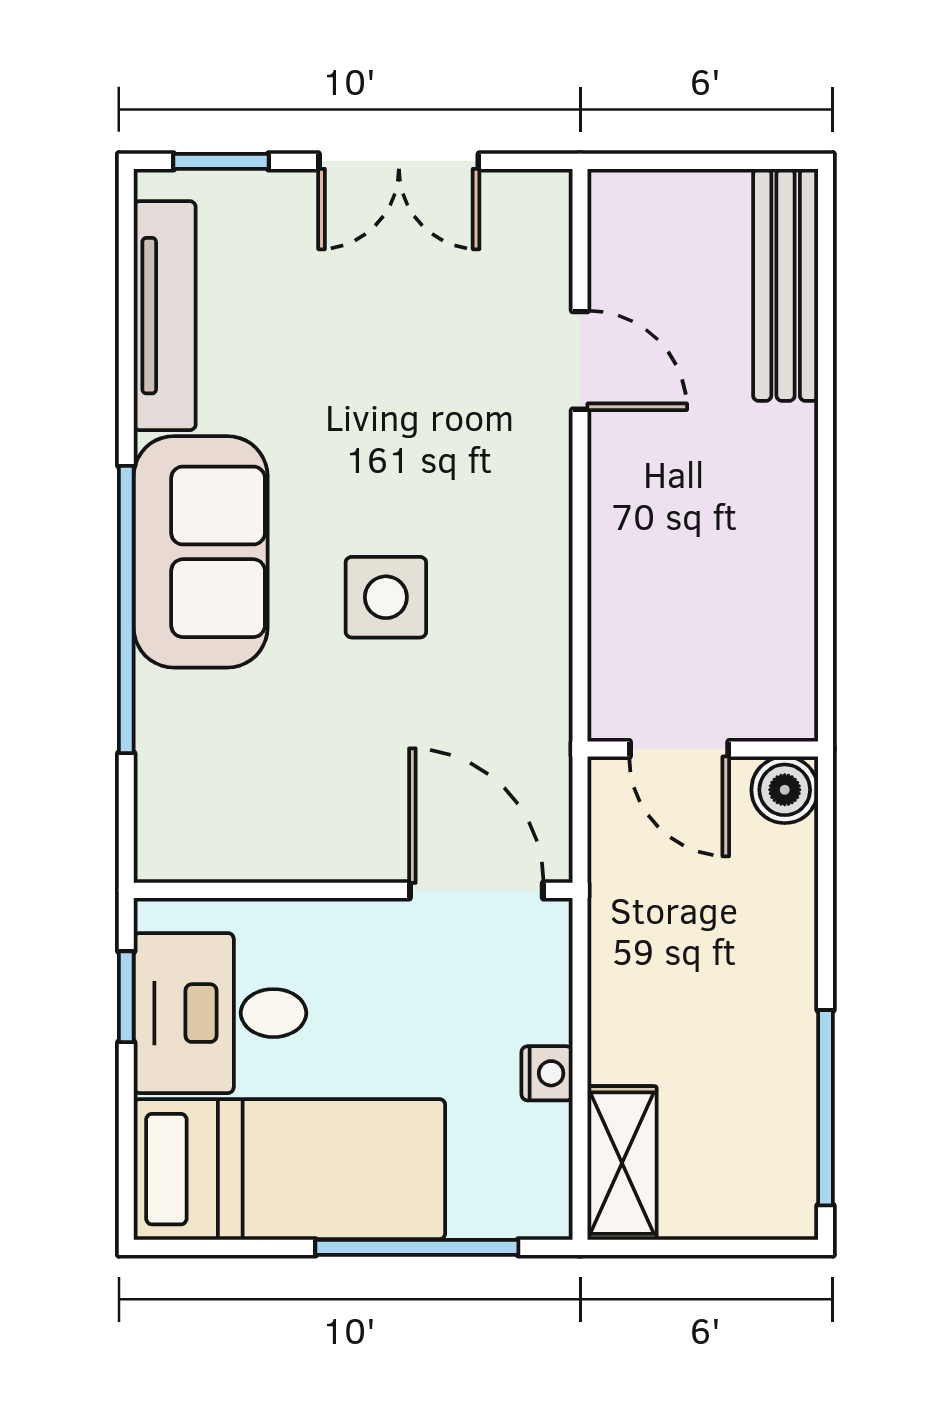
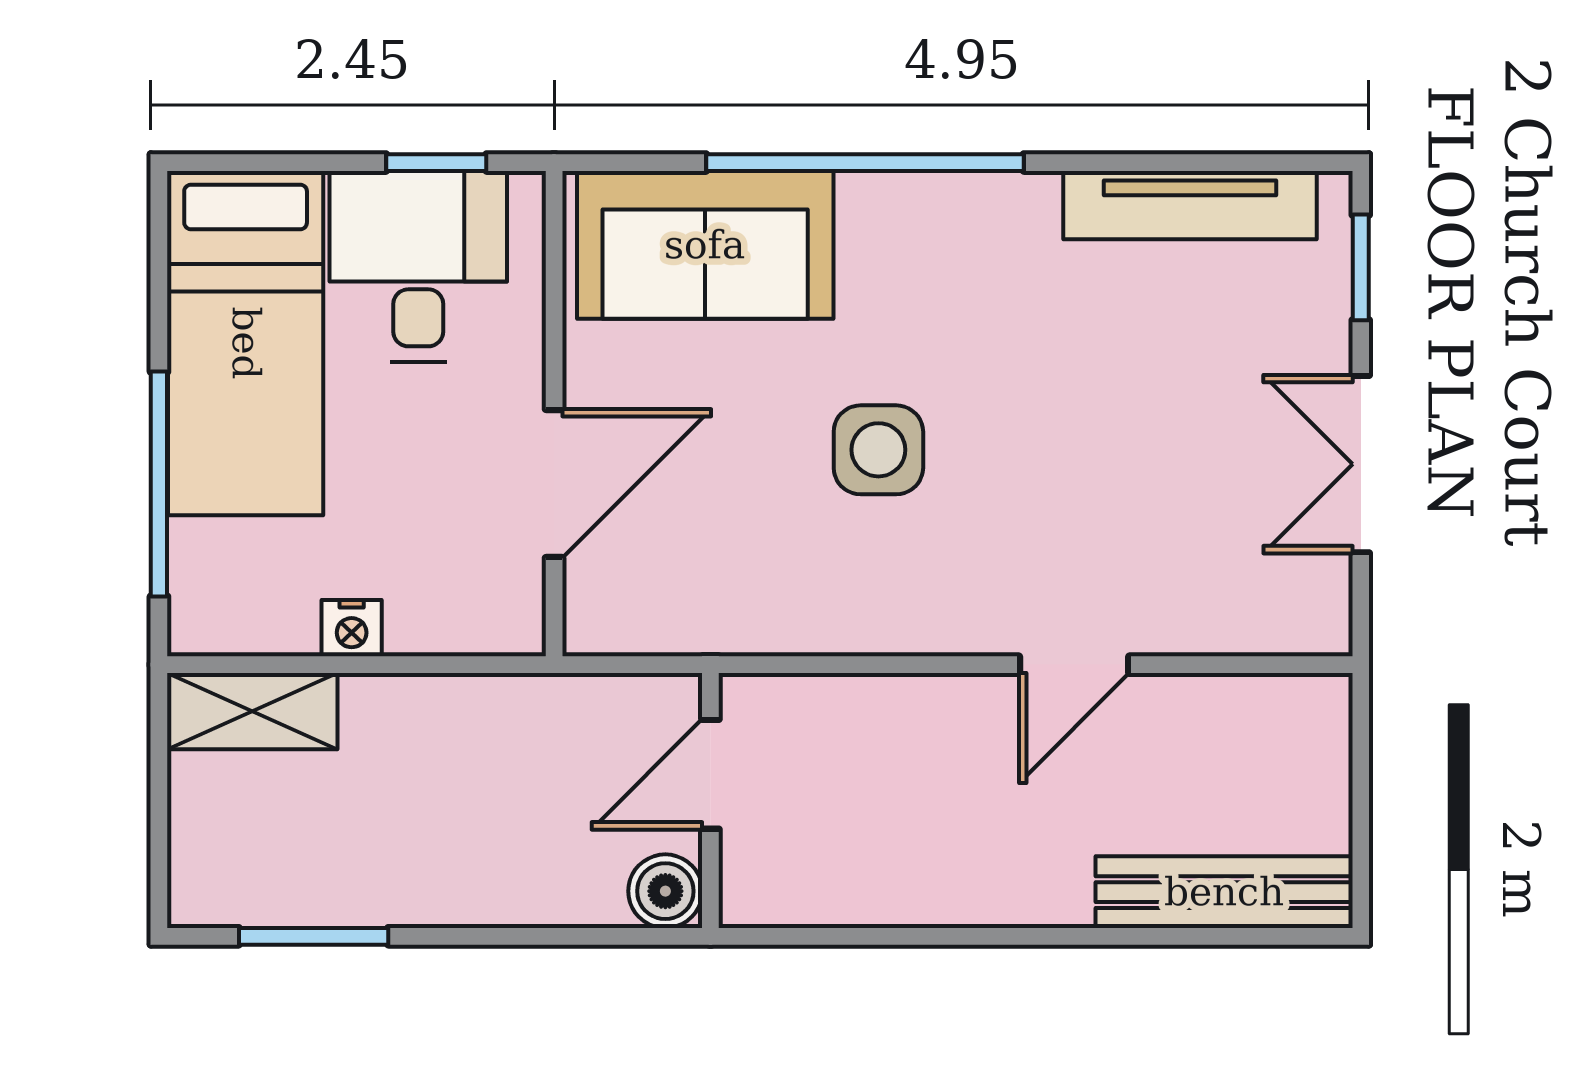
door: (580, 360) -> (1074, 665), moved
sofa: (201, 552) -> (705, 245), moved
door: (476, 890) -> (554, 483), moved
window: (826, 1108) -> (314, 936), width x0.69

